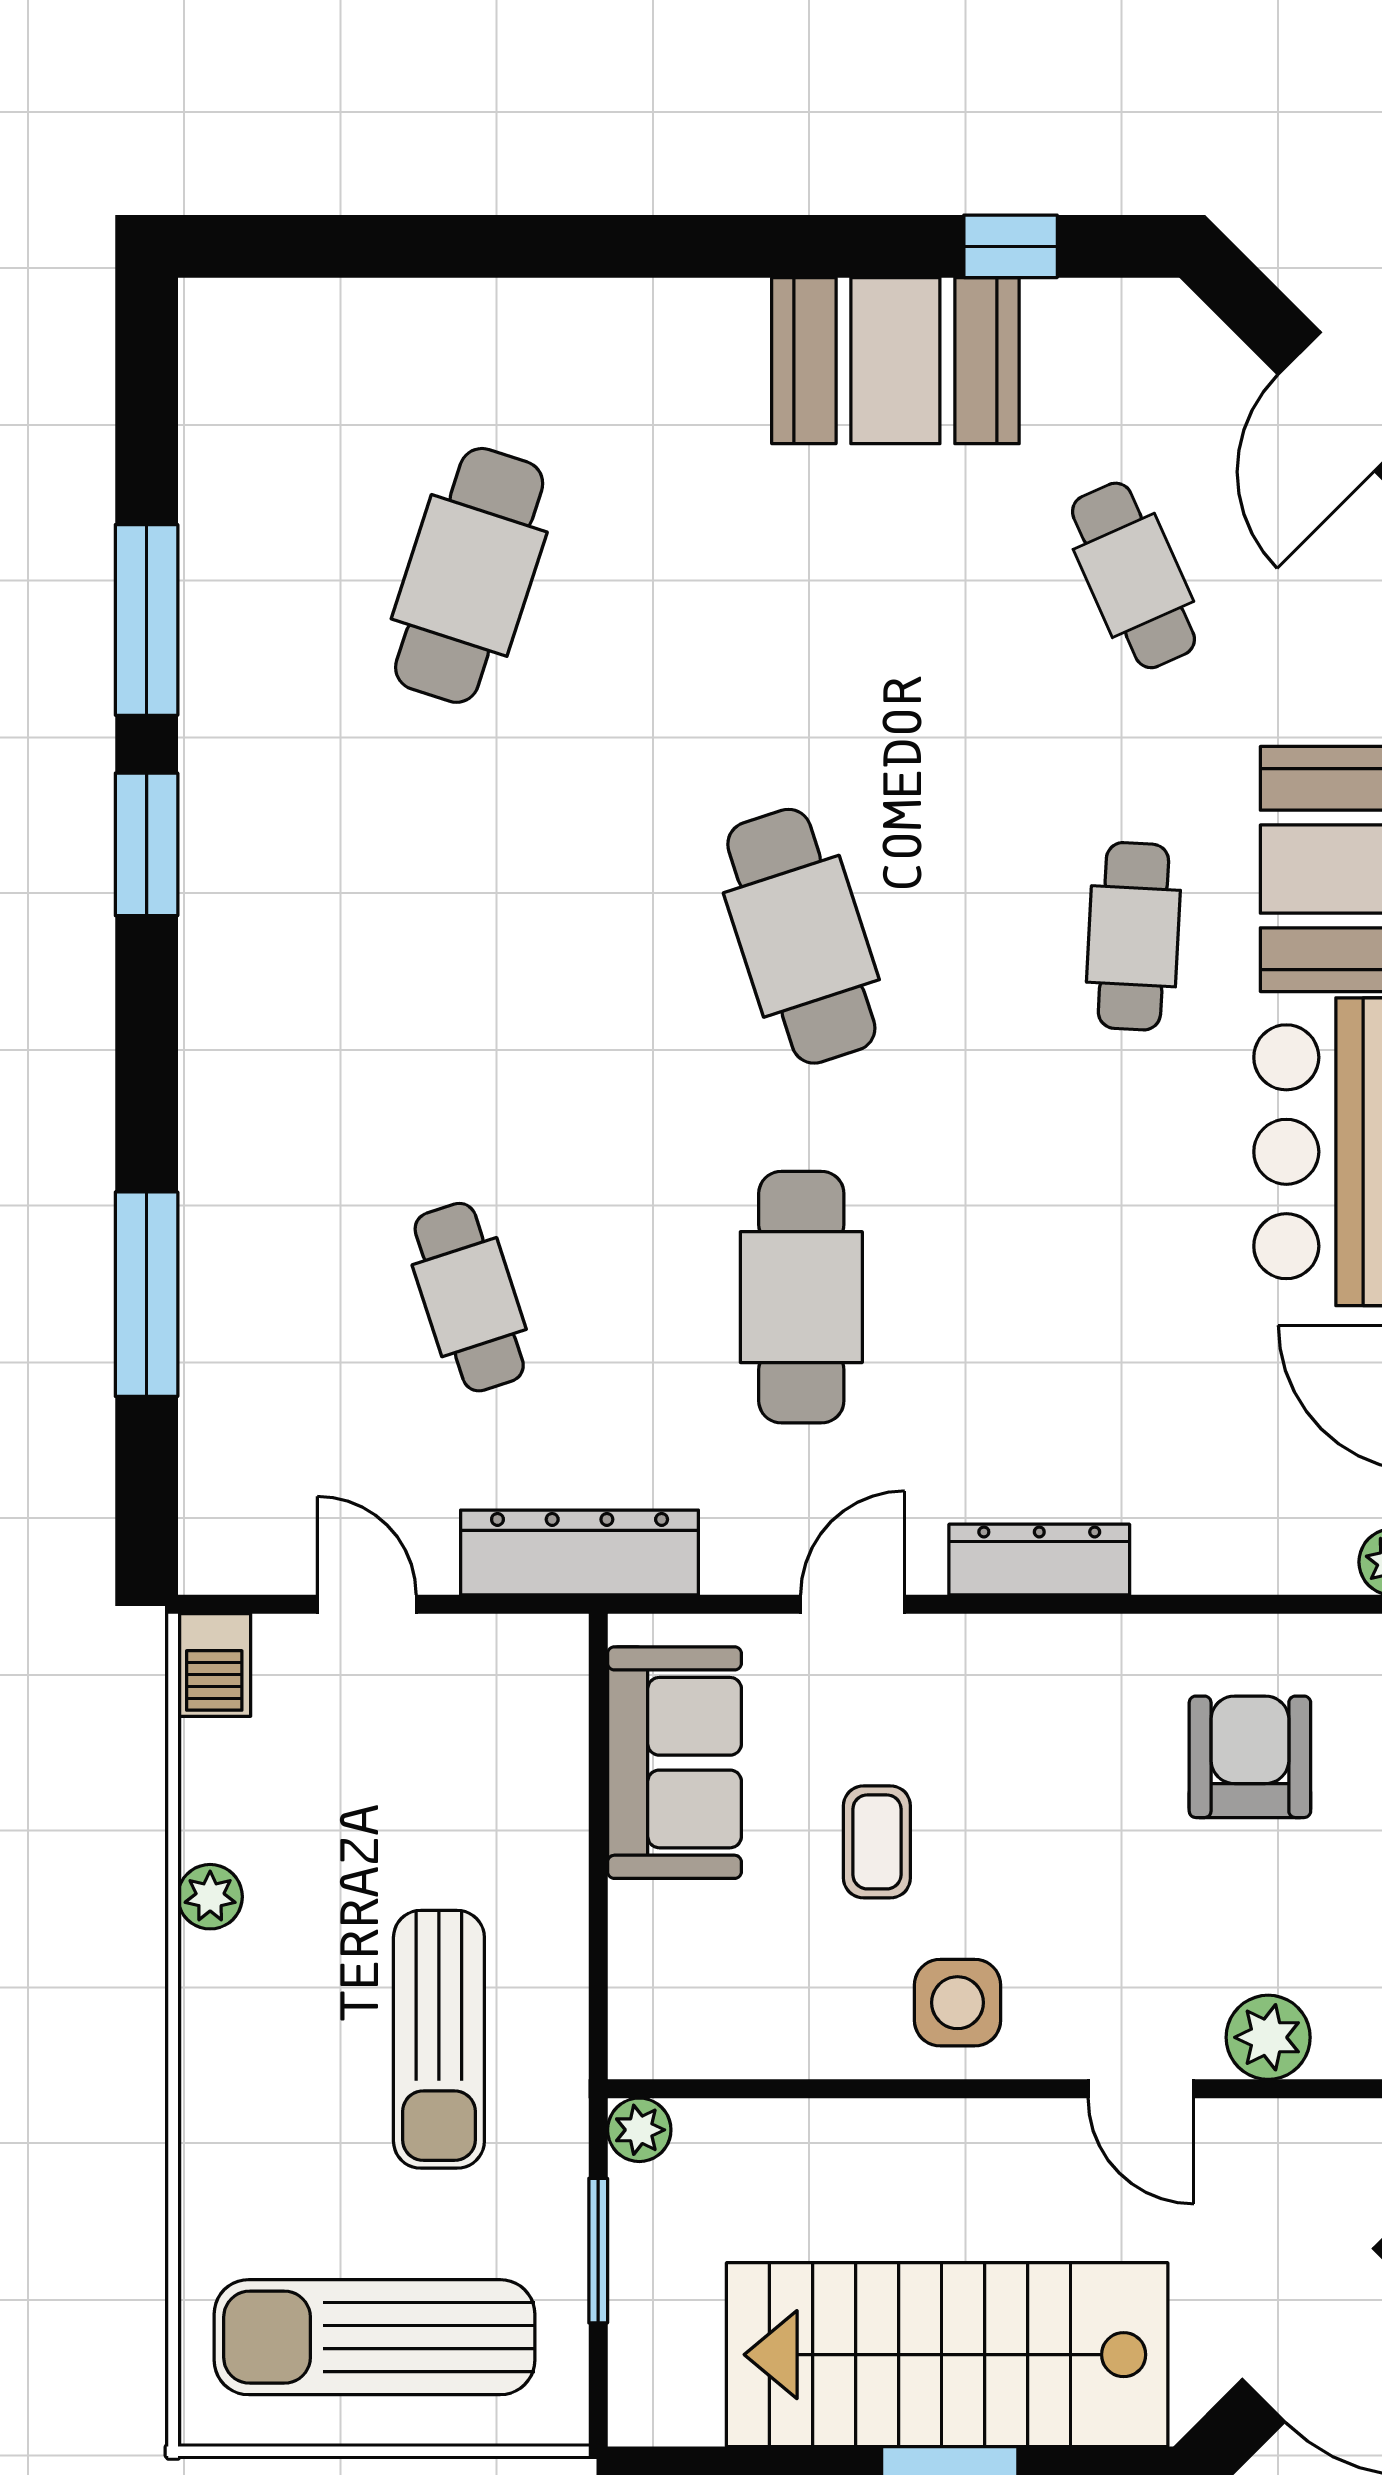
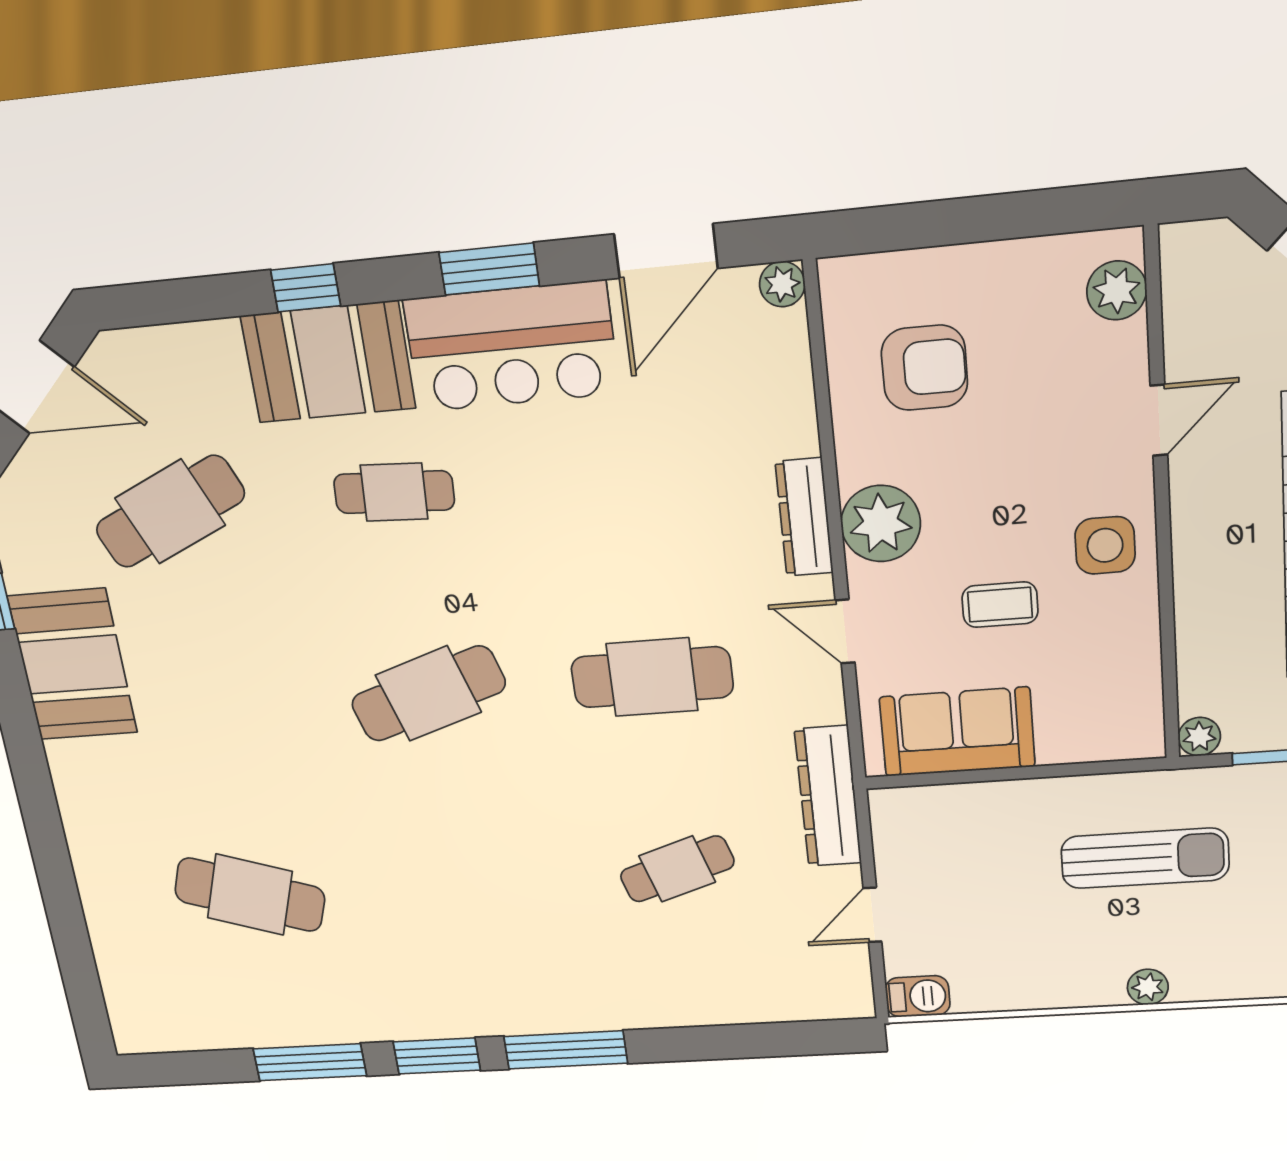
cafe table: (1133, 575) -> (170, 512), width x1.37, depth x1.35
window: (147, 1294) -> (566, 1050), moved
plant: (1020, 1673) -> (881, 524), added
armchair: (1250, 1757) -> (924, 368), turned 180
plant: (210, 1897) -> (1148, 987), moved
plant: (1268, 2037) -> (1117, 290), moved

